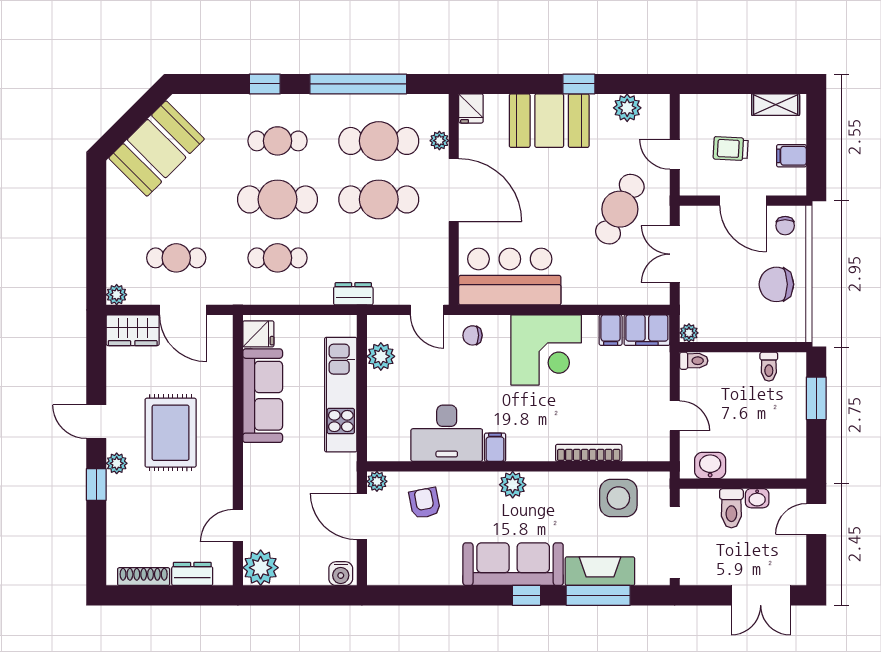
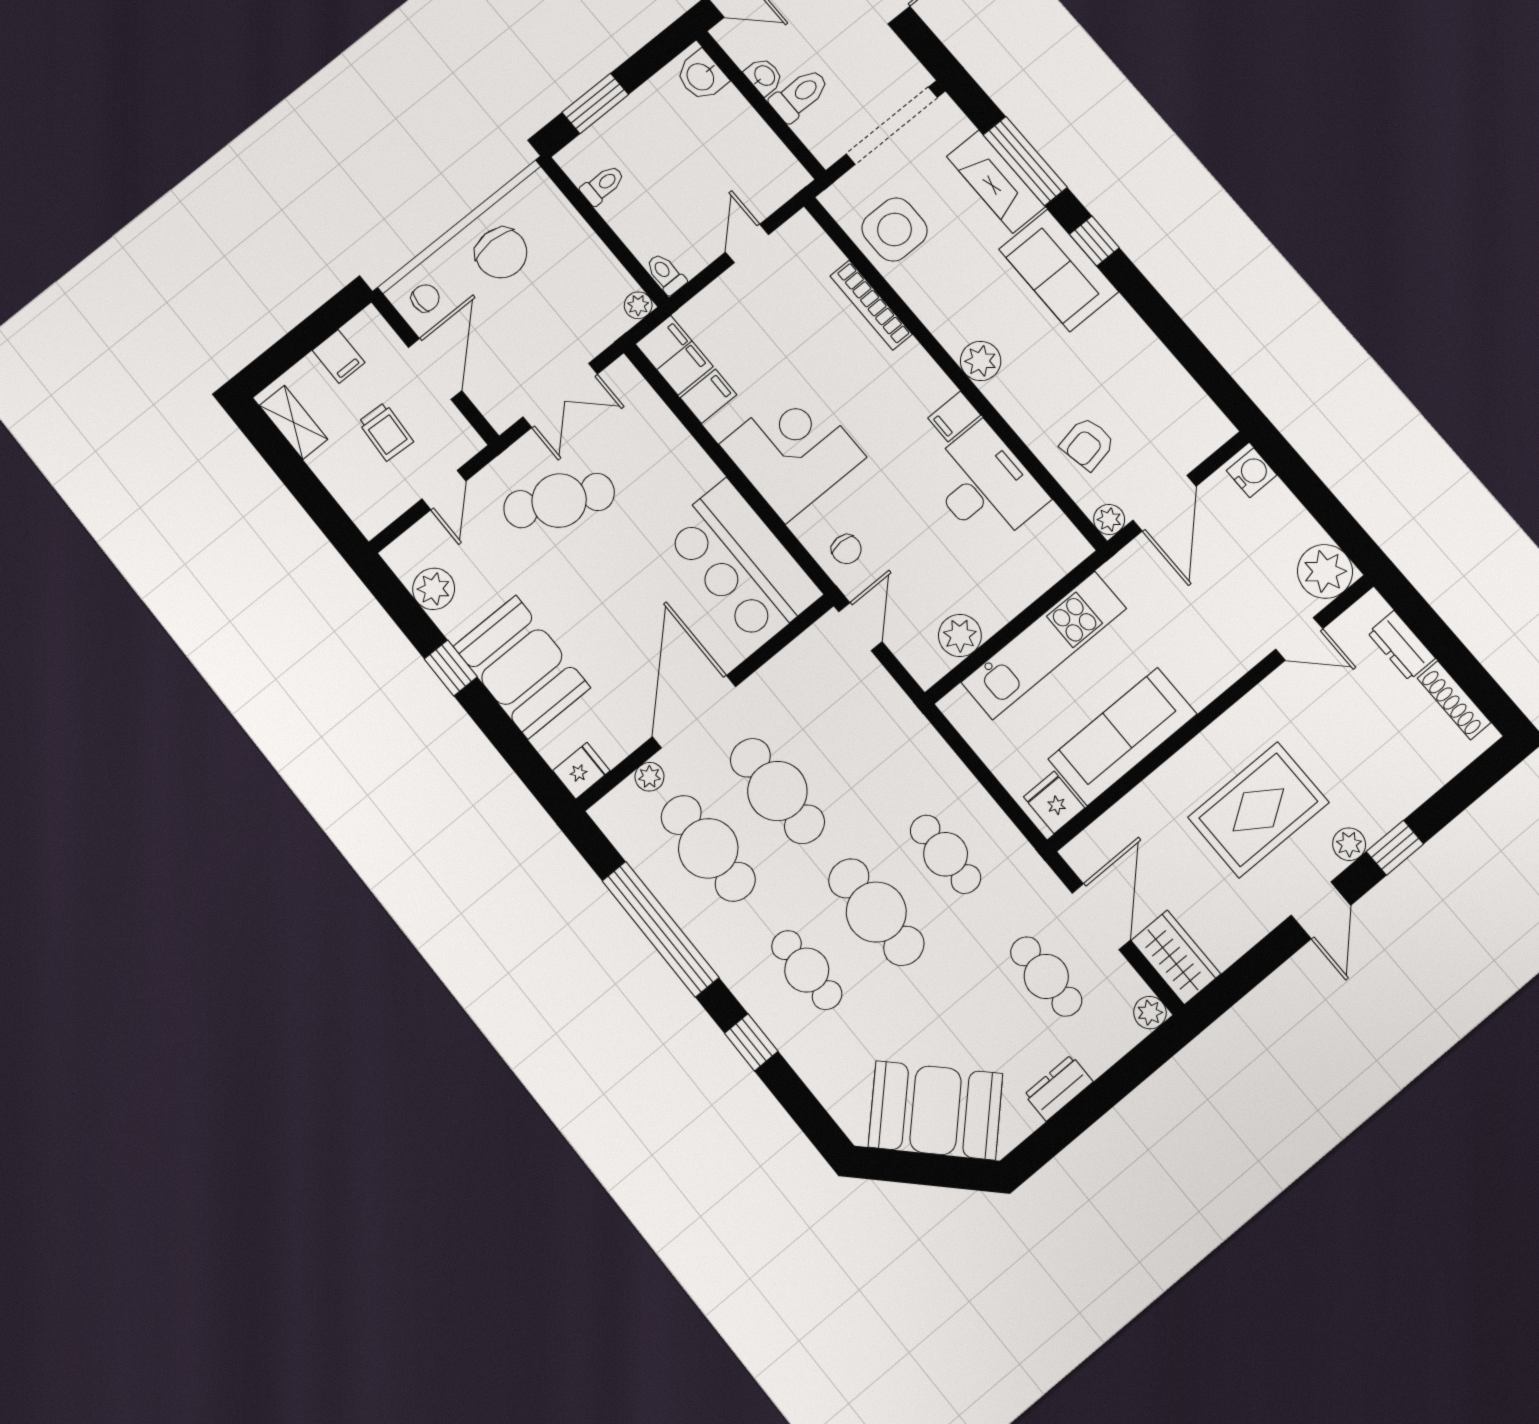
dresser: (353, 294) -> (1059, 1088), moved, turned 90
washbasin: (710, 466) -> (701, 76), moved
sofa: (513, 564) -> (1059, 270), width x0.73

